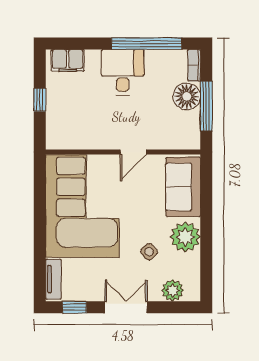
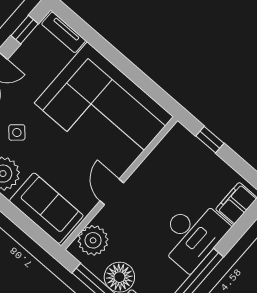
desk: (123, 72) -> (192, 234), width x1.37
window: (40, 100) -> (210, 140), moved
plant: (177, 136) -> (93, 240), added

